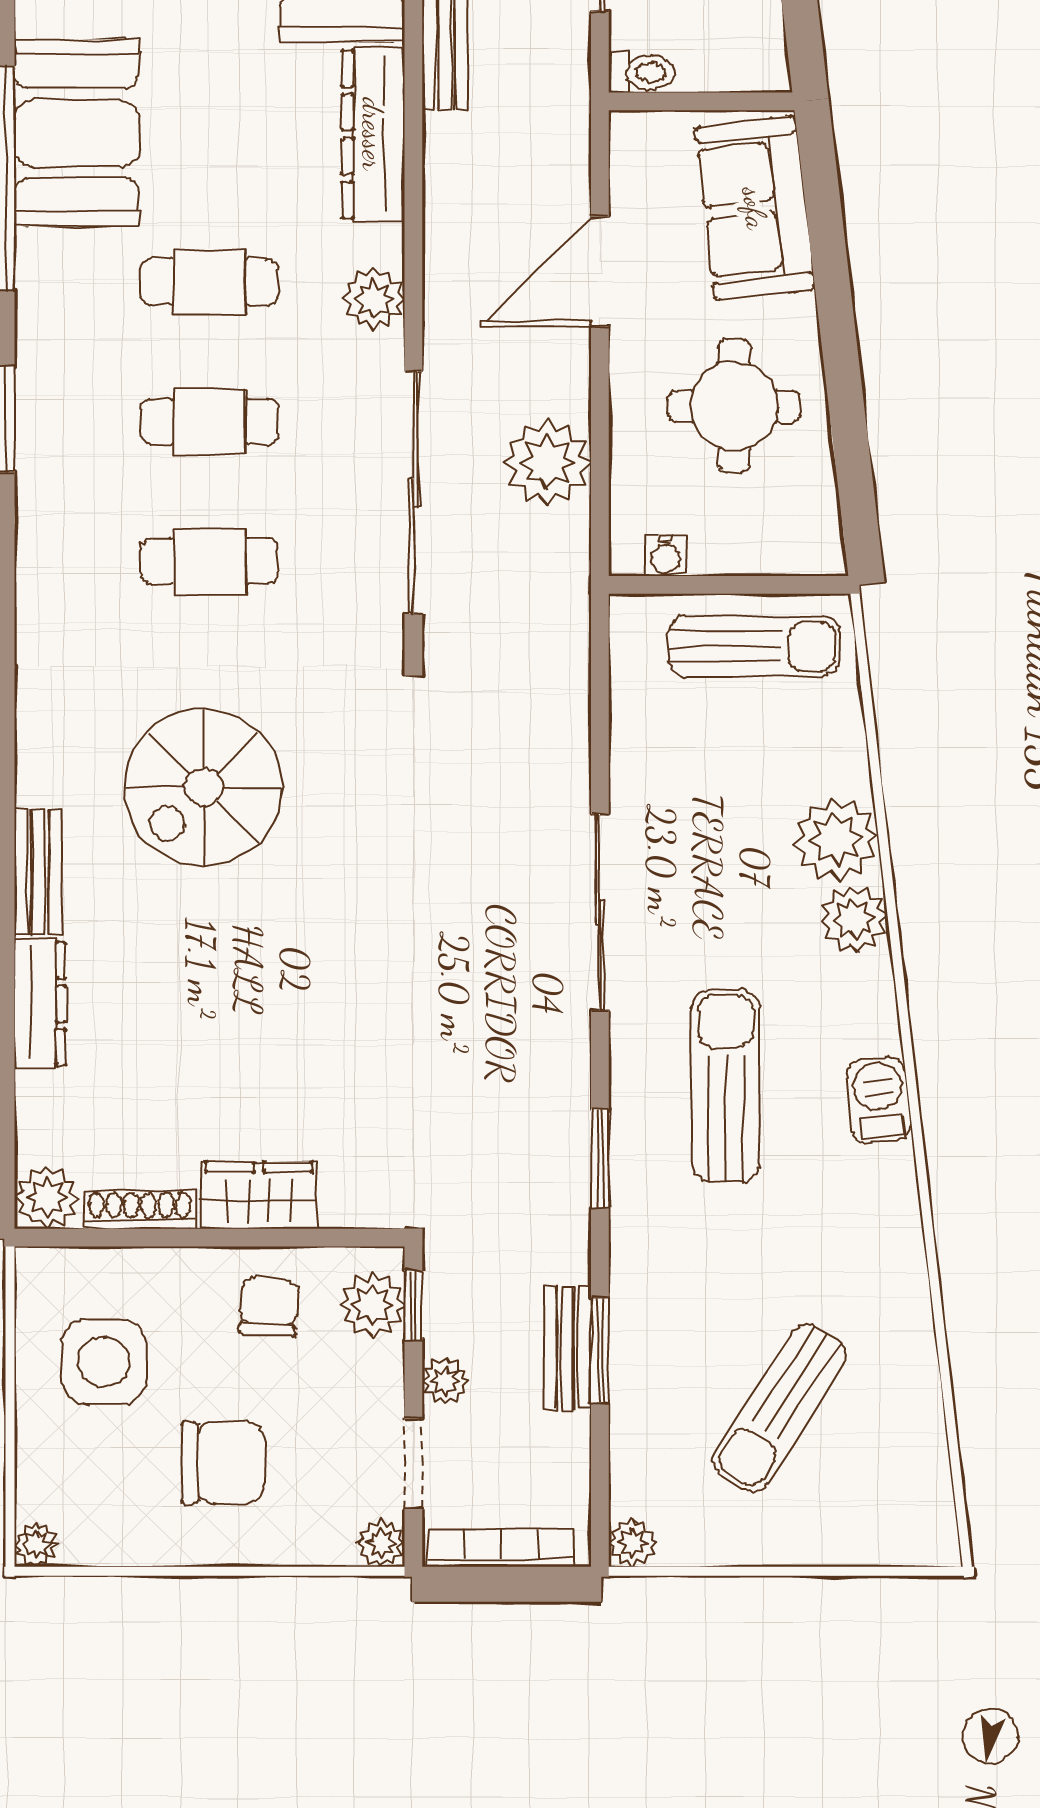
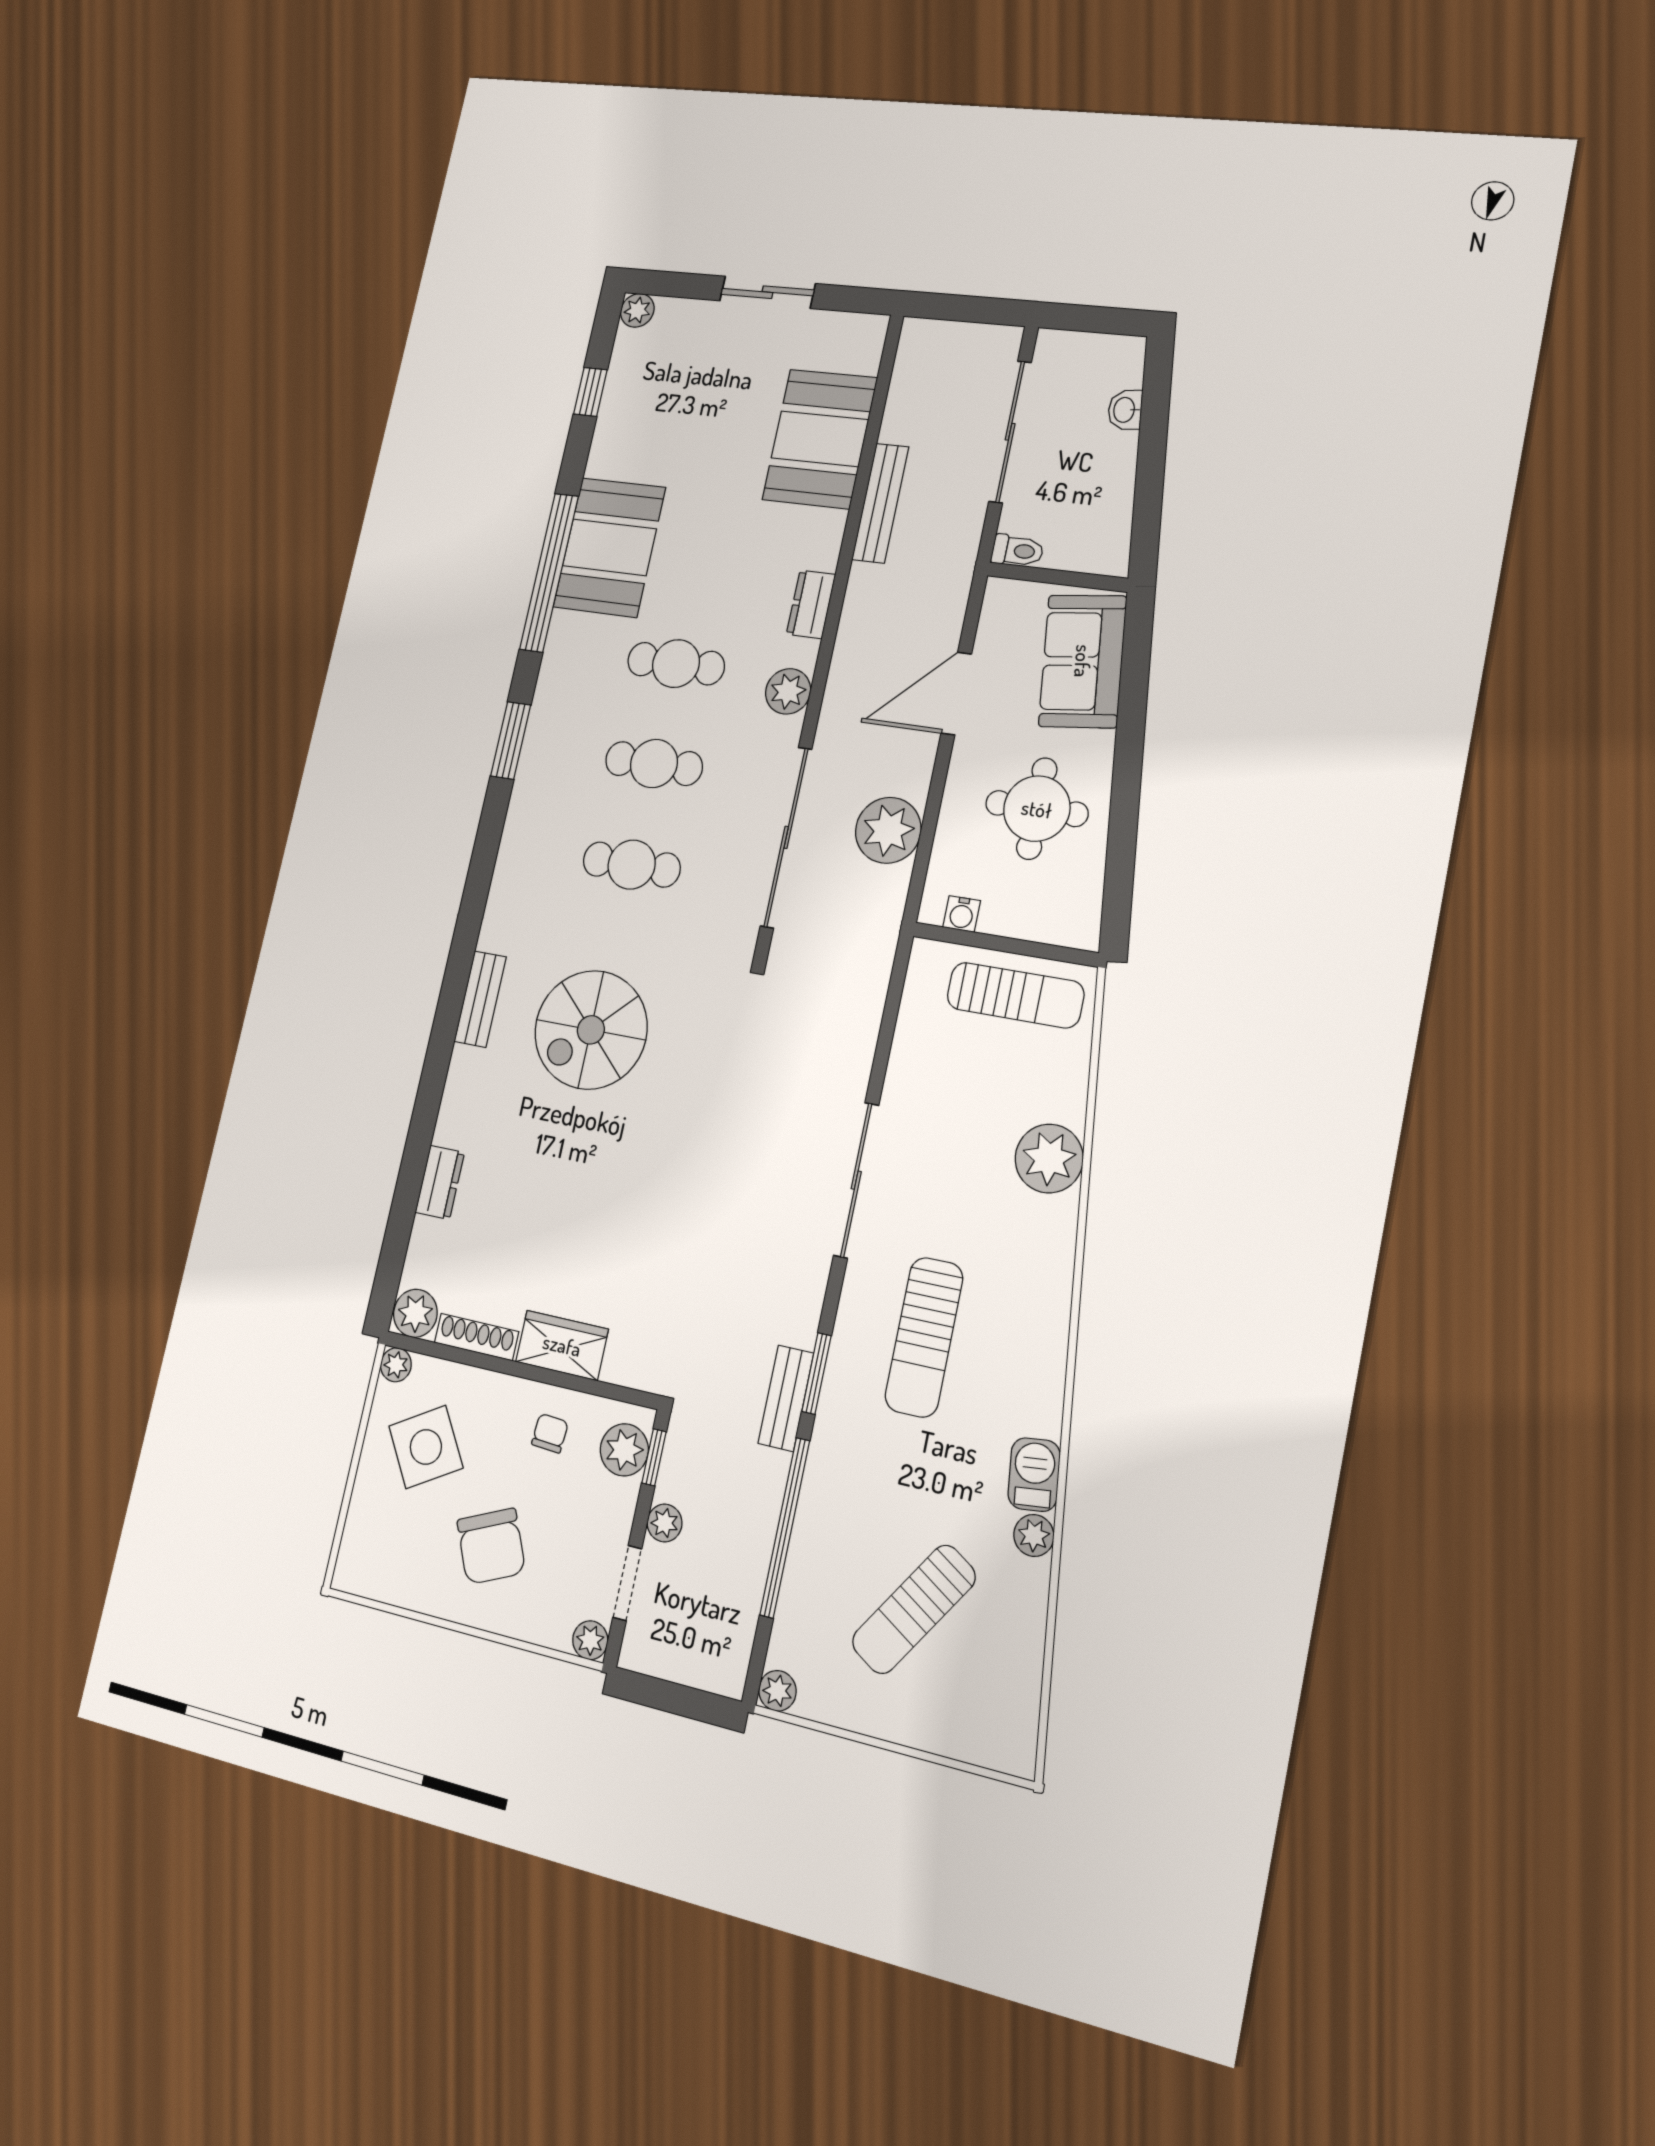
dresser: (373, 134) -> (811, 604), width x0.51, depth x0.80
bench: (38, 872) -> (480, 999), moved
plant: (854, 919) -> (1034, 1535), moved, width x0.73, depth x0.73
dresser: (40, 1004) -> (440, 1182), width x0.70
sun lounger: (726, 1086) -> (924, 1337), turned 180
barbecue: (879, 1100) -> (1034, 1475), moved
chair: (269, 1307) -> (550, 1433), width x0.73, depth x0.73
bench: (567, 1347) -> (786, 1398), moved
window: (600, 1351) -> (785, 1528), width x2.11
side table: (104, 1362) -> (426, 1447), turned -31
chair: (223, 1462) -> (491, 1546), turned 66
plant: (36, 1545) -> (396, 1365), moved
bookcase: (500, 1548) -> (677, 1668), removed

